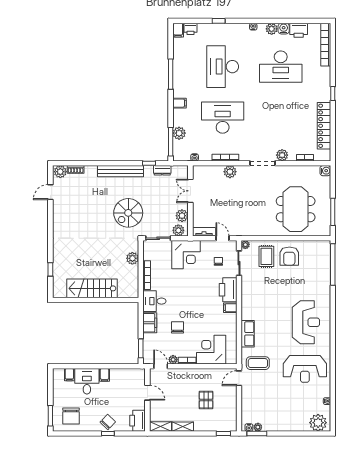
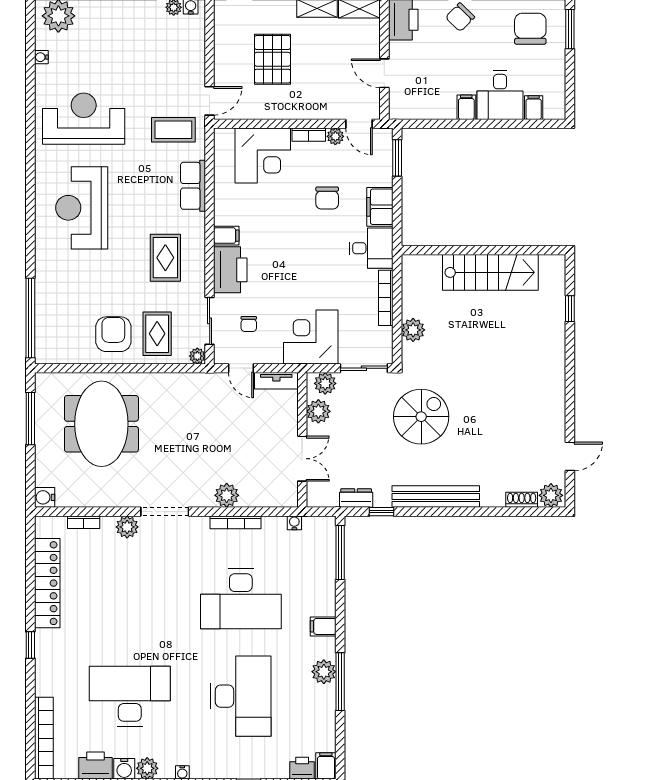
plant: (179, 133) -> (324, 672), moved
rug: (262, 296) -> (165, 258), added
pallet: (206, 400) -> (272, 59), width x1.50, depth x1.42

